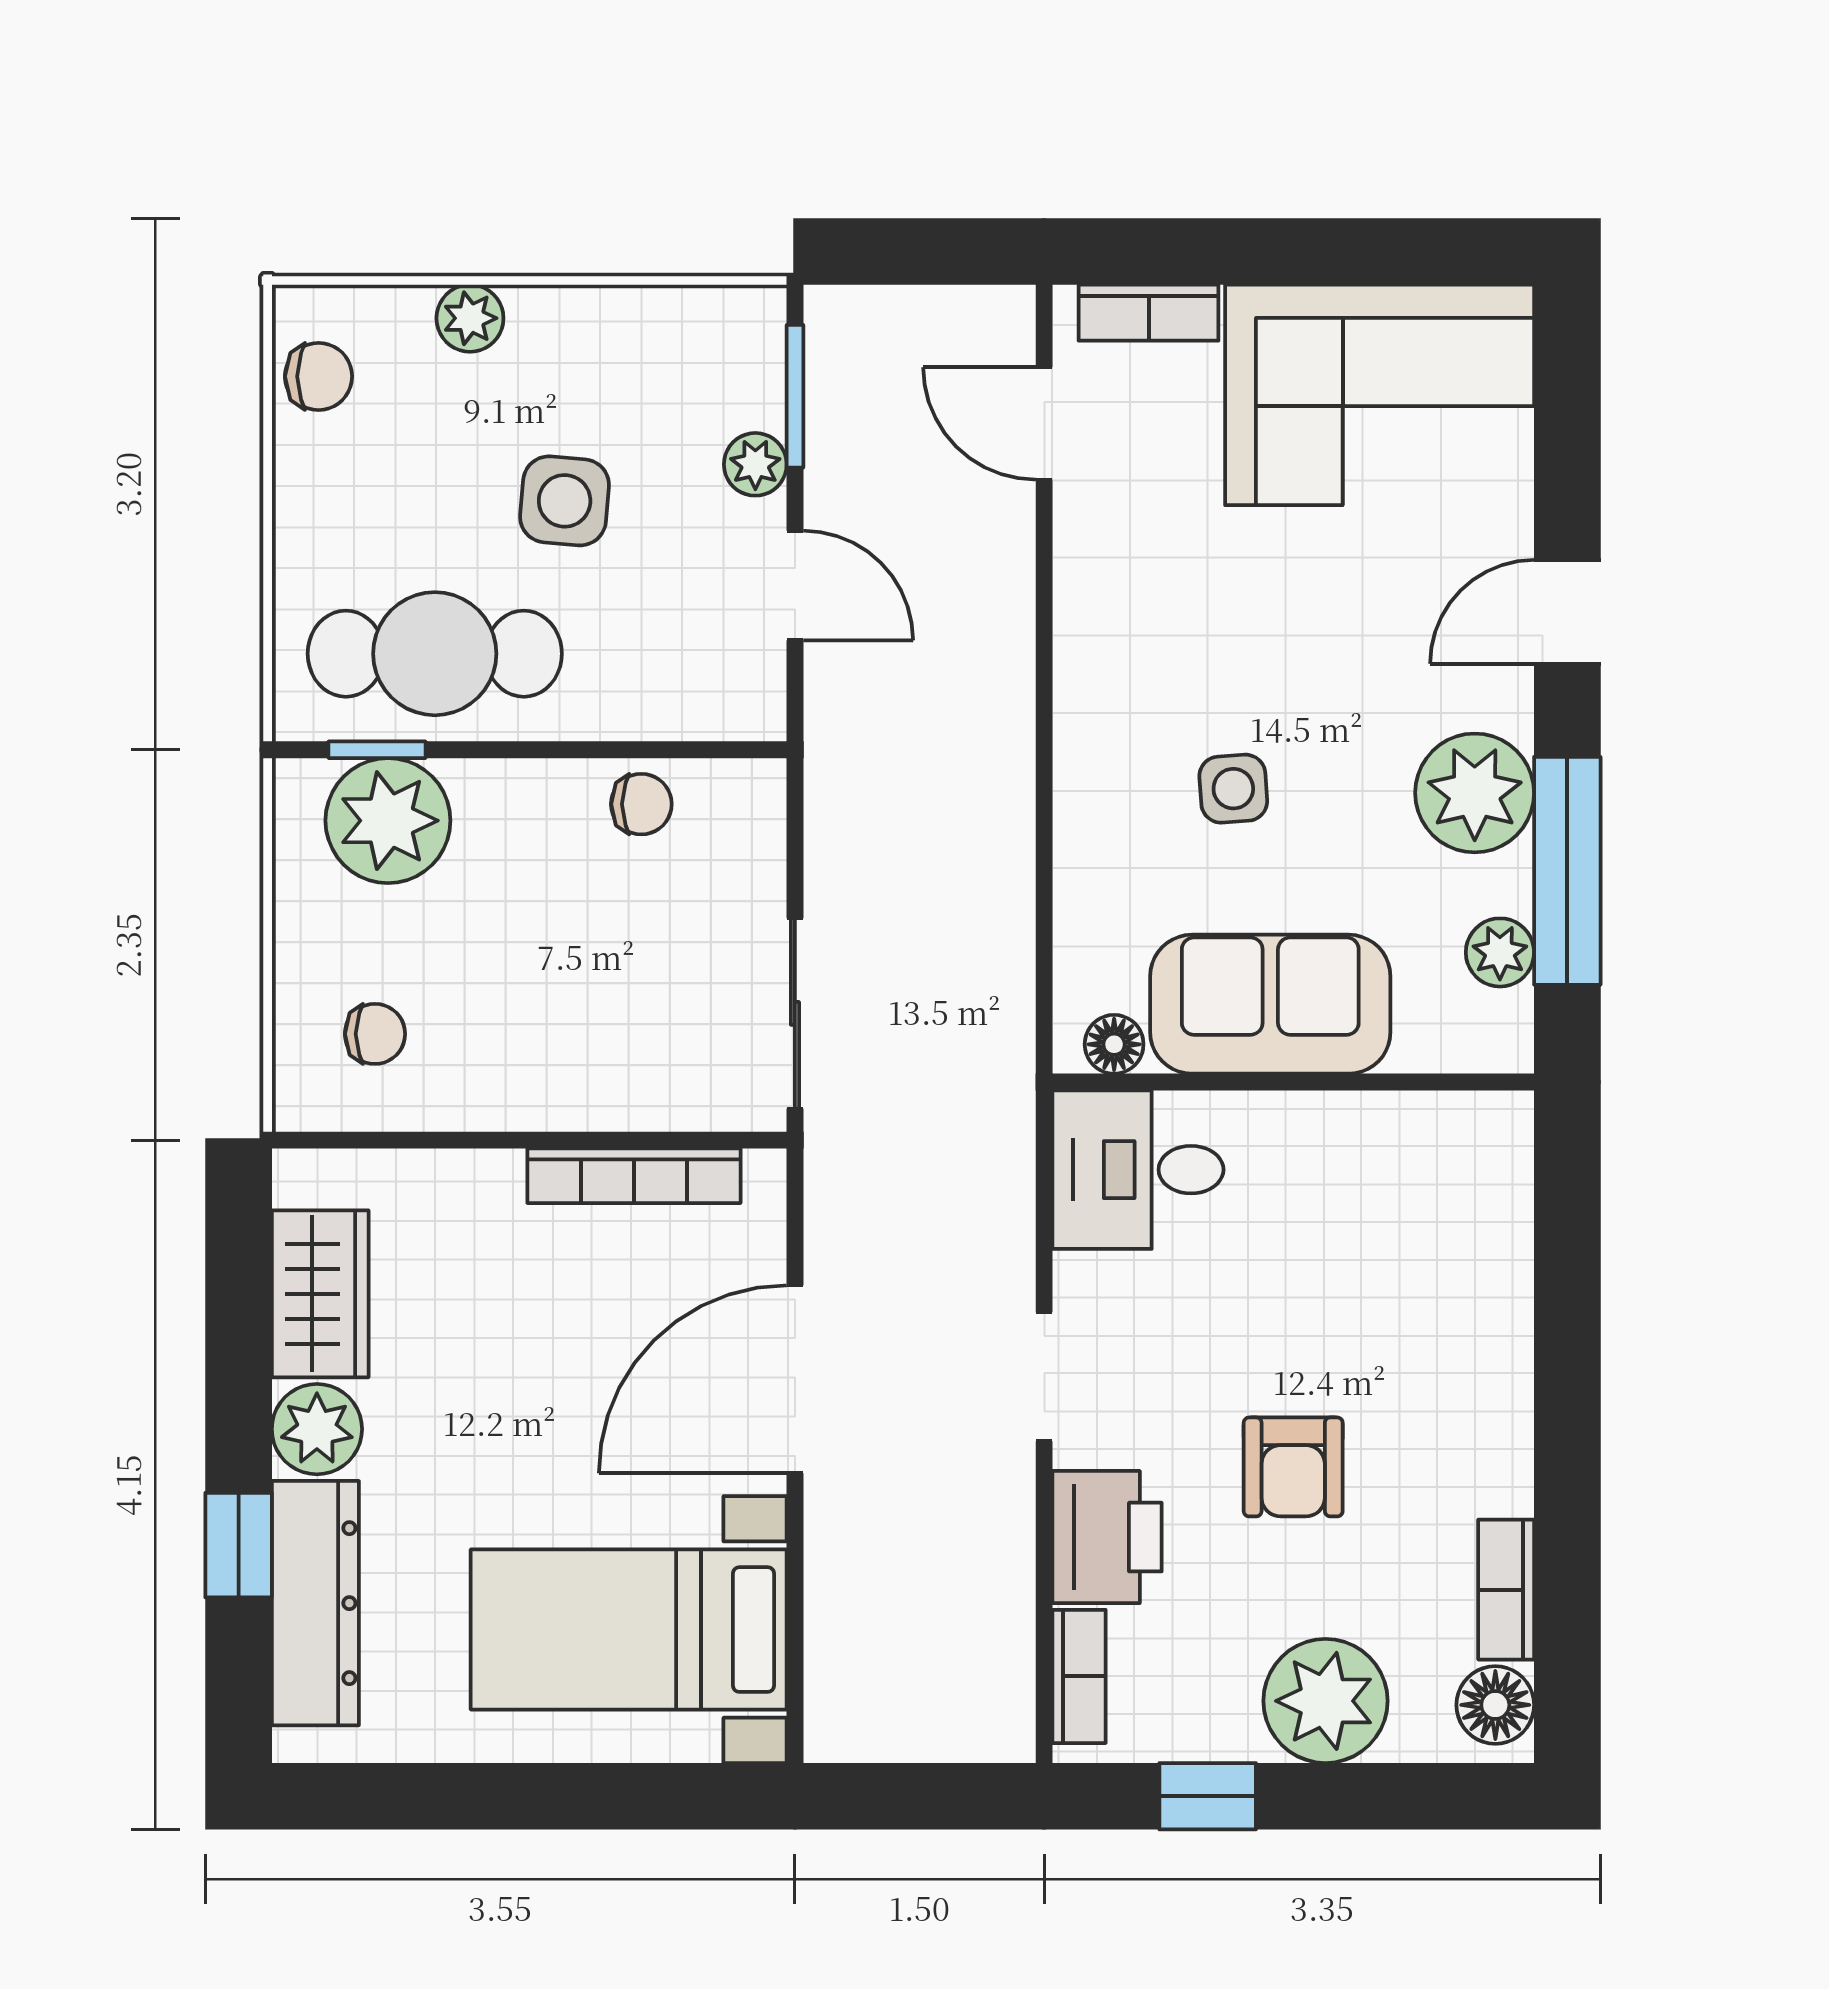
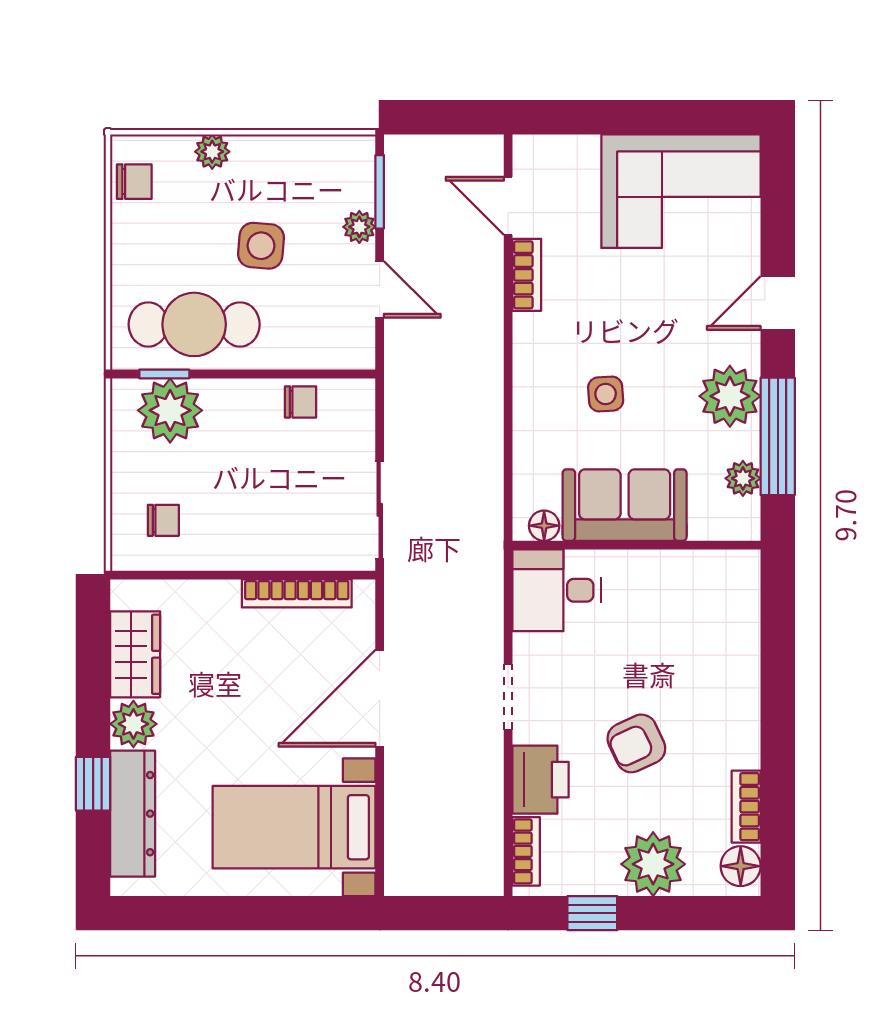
bookcase: (1149, 313) -> (527, 275), moved, turned -90
armchair: (1293, 1467) -> (636, 743), turned 65

